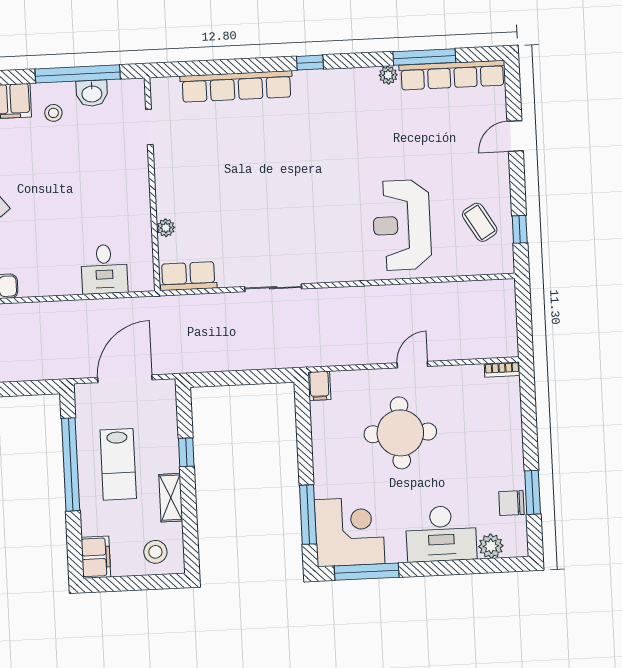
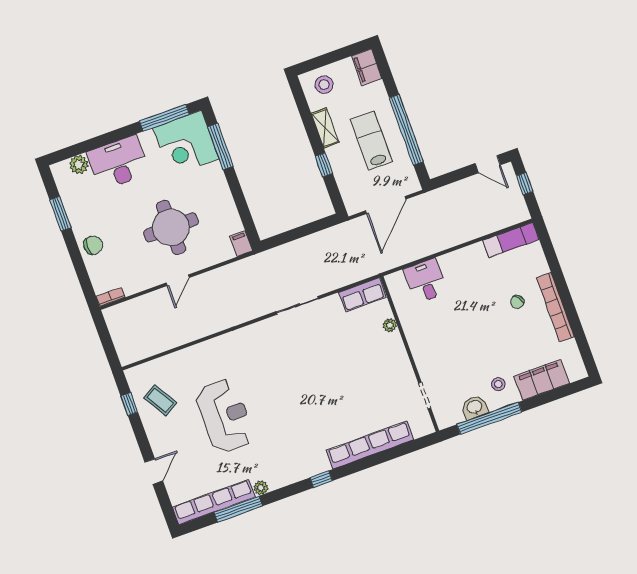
reception desk: (402, 225) -> (225, 416), moved
chair: (511, 503) -> (93, 245), moved

